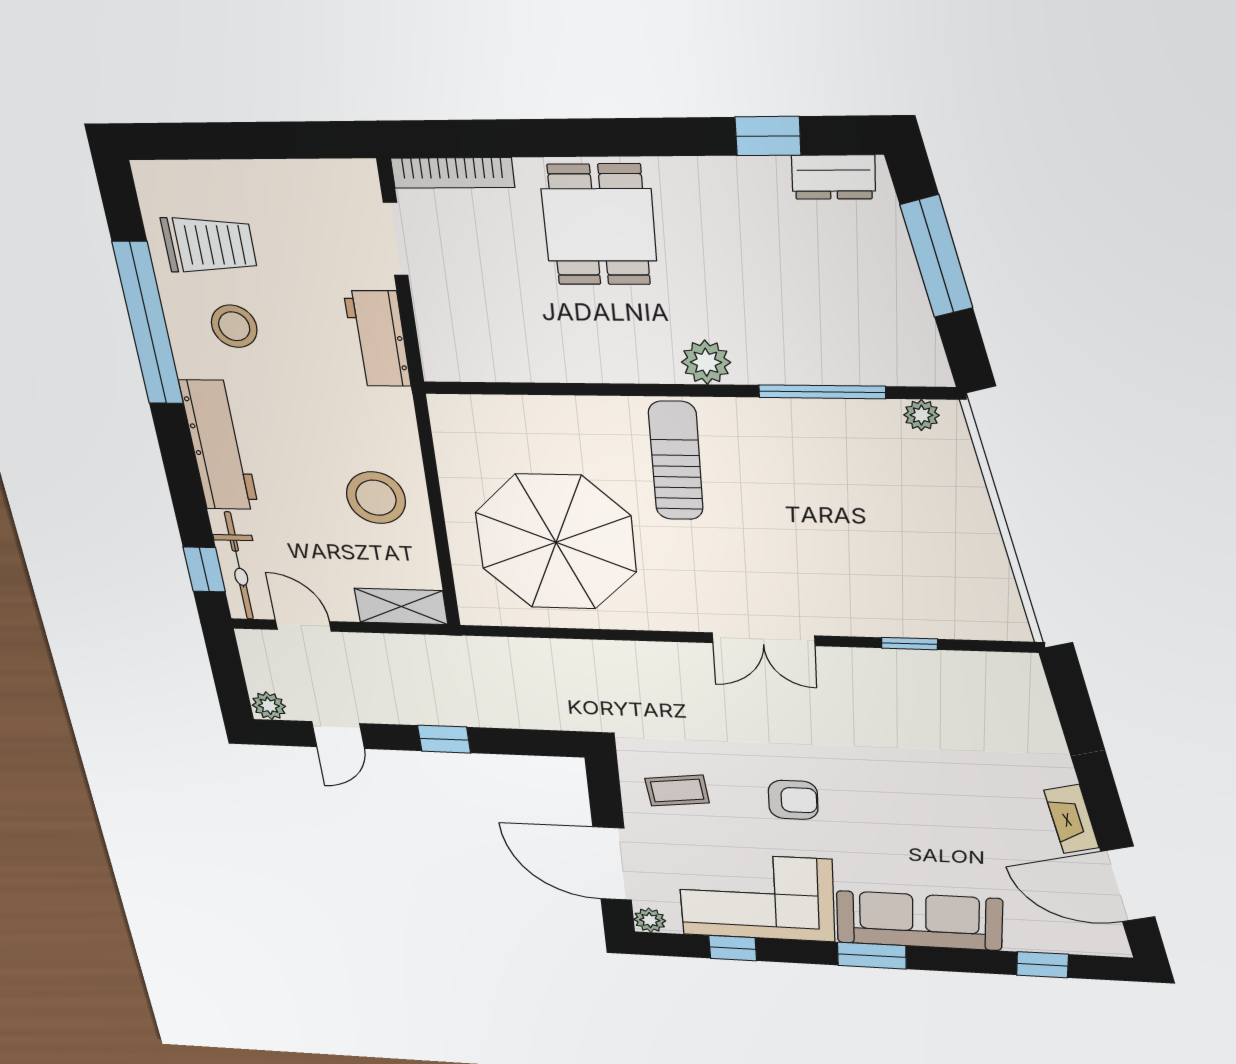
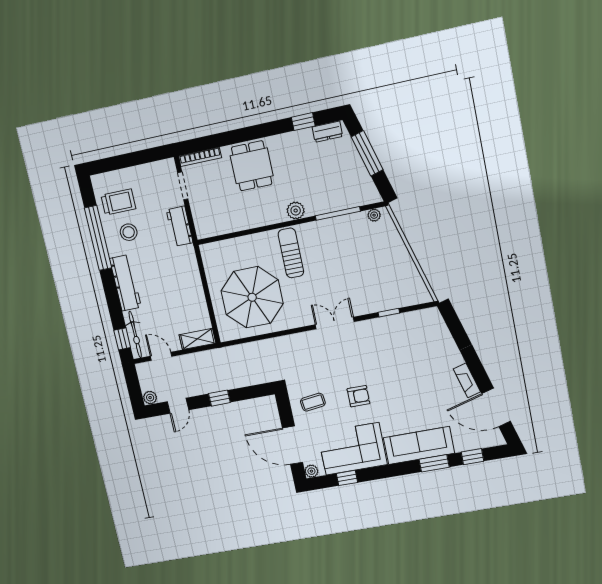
stool: (376, 498) -> (184, 293), removed
double door: (763, 639) -> (335, 323), swing flipped
window: (872, 956) -> (434, 463), moved

